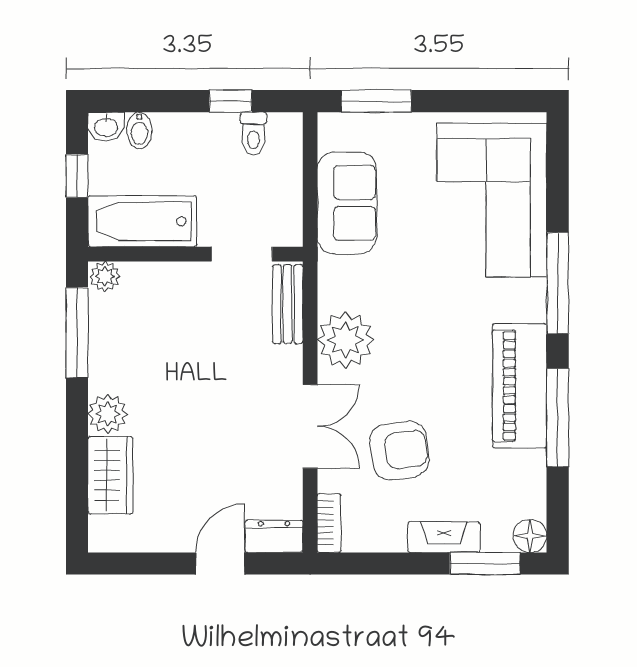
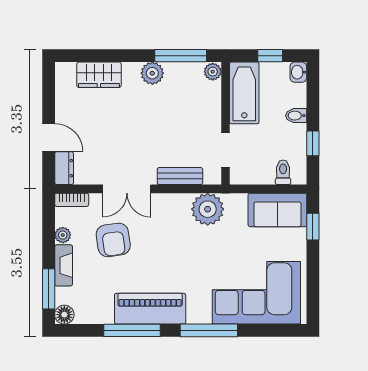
window: (376, 101) -> (313, 227), width x0.67
bidet: (139, 130) -> (296, 116), moved
toilet: (254, 134) -> (283, 172), moved, turned 90
sofa: (347, 203) -> (277, 210), moved
bench: (288, 304) -> (180, 176), moved
plant: (346, 340) -> (208, 209), moved
plant: (108, 414) -> (152, 73), moved
plant: (391, 539) -> (63, 235), added

